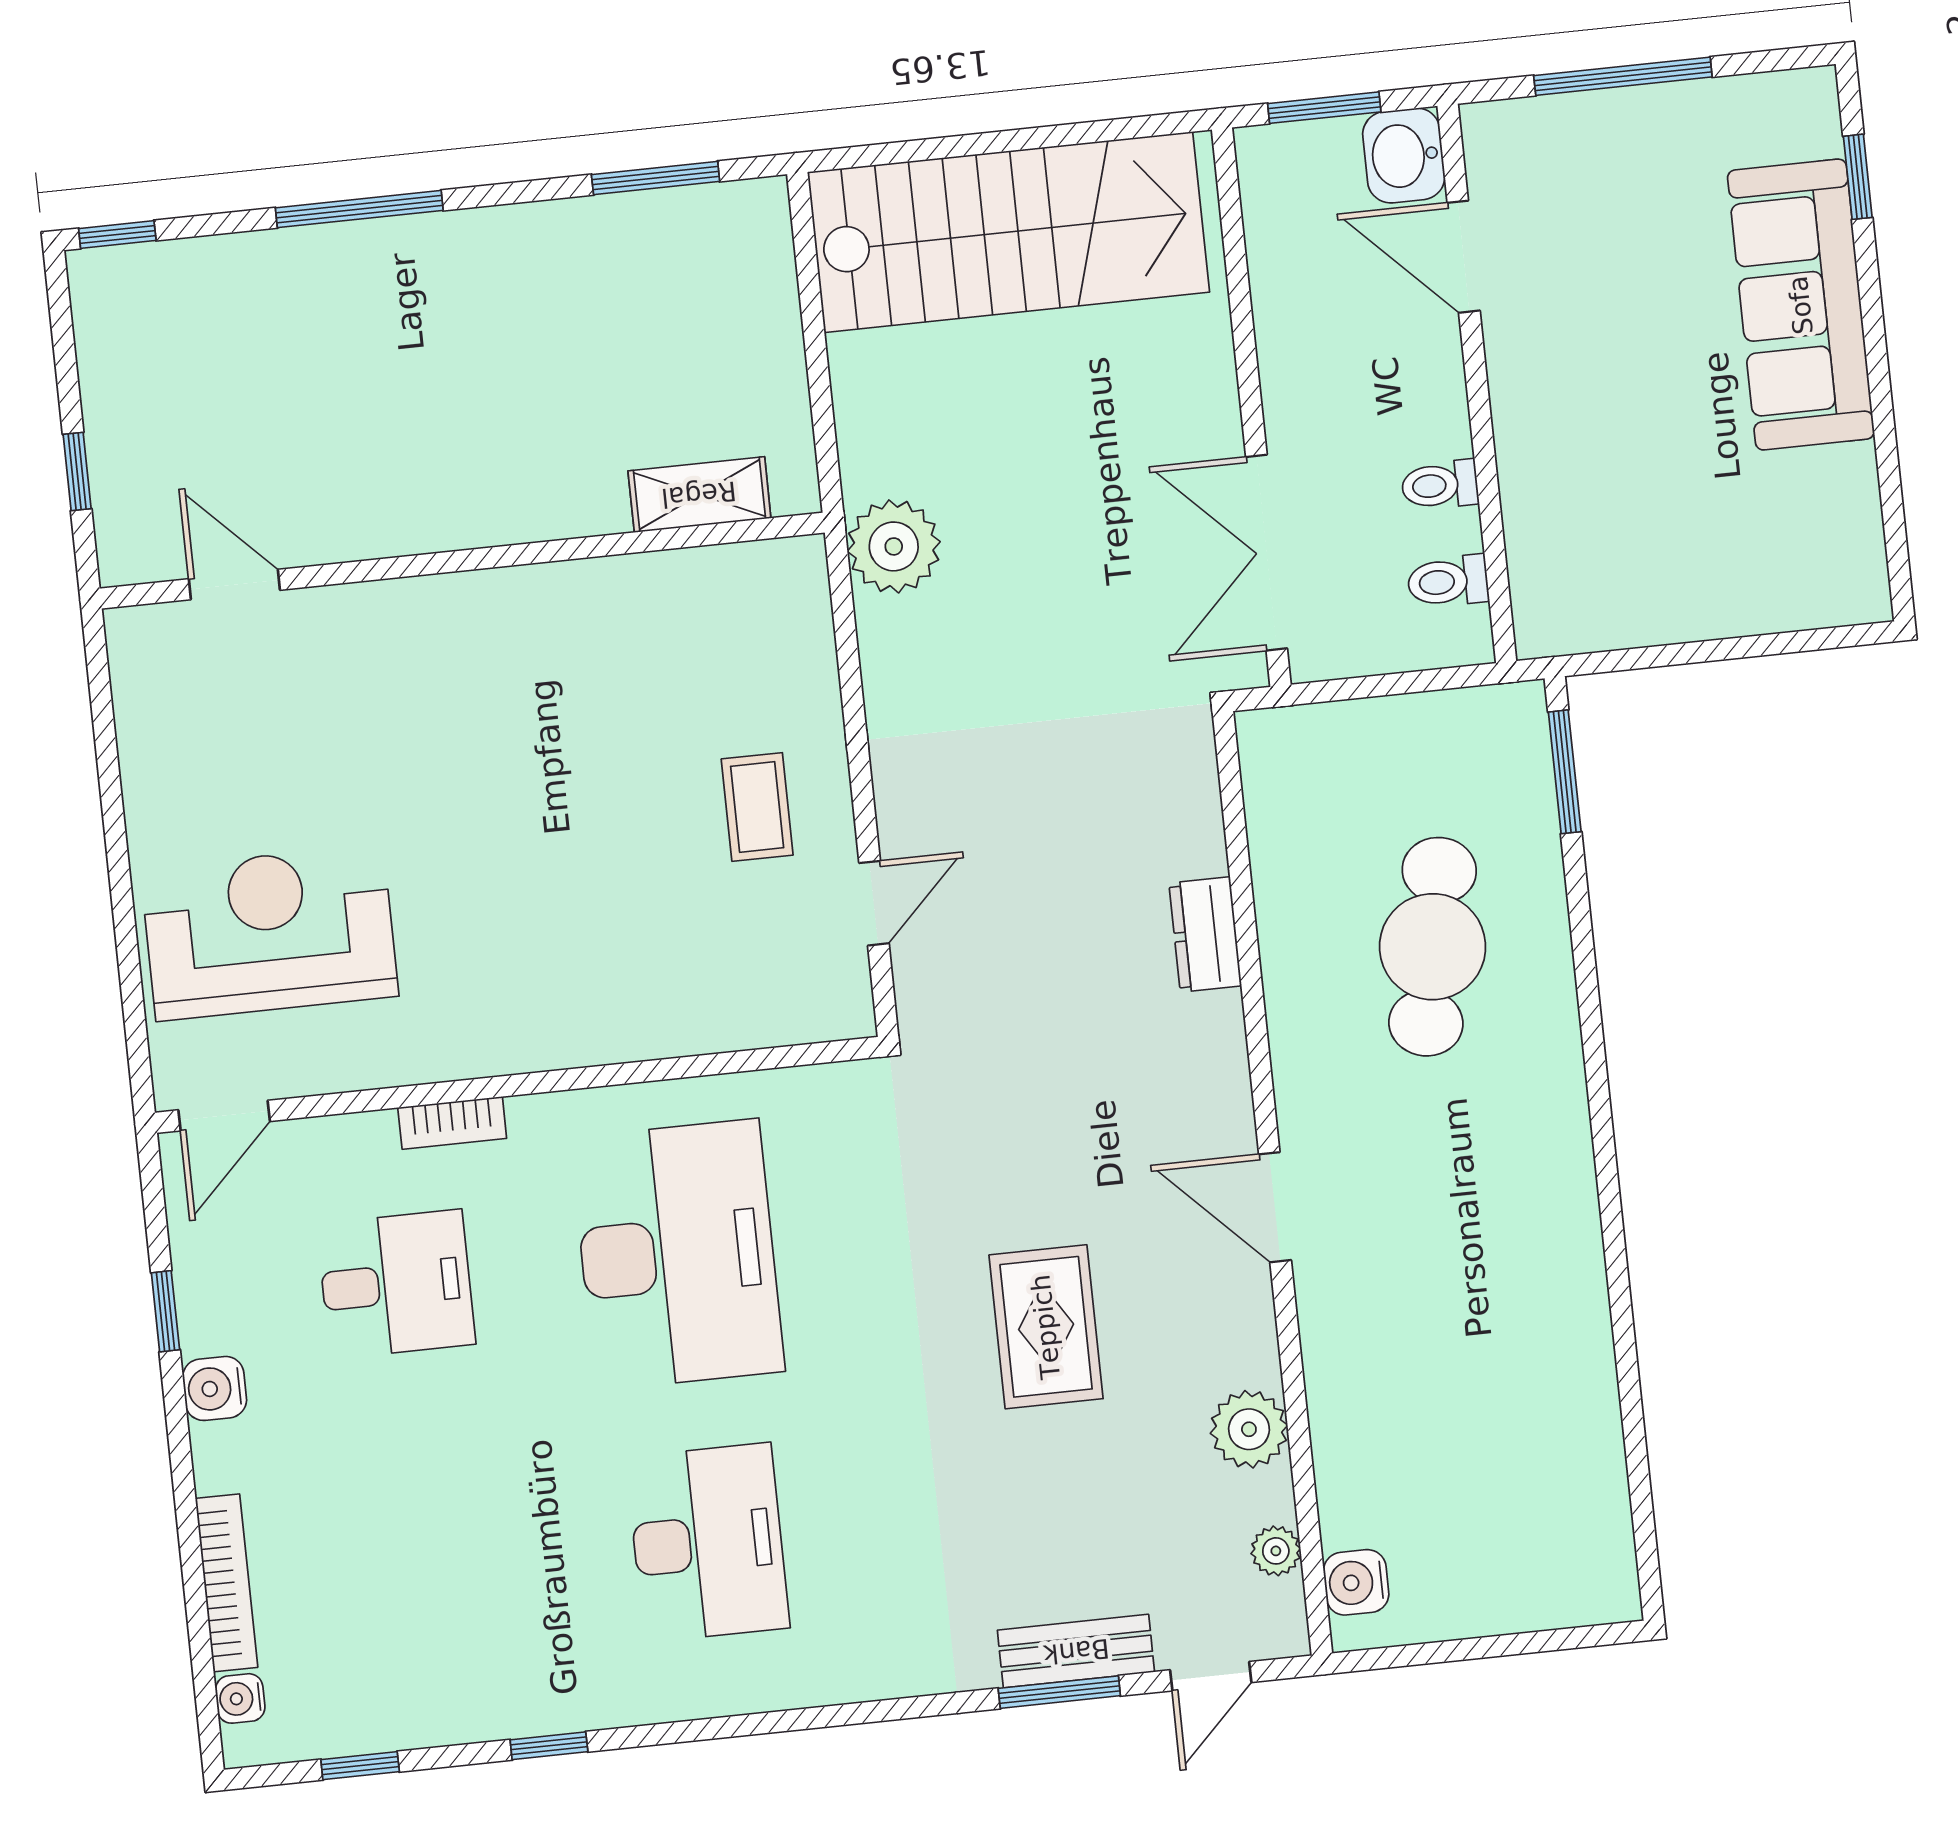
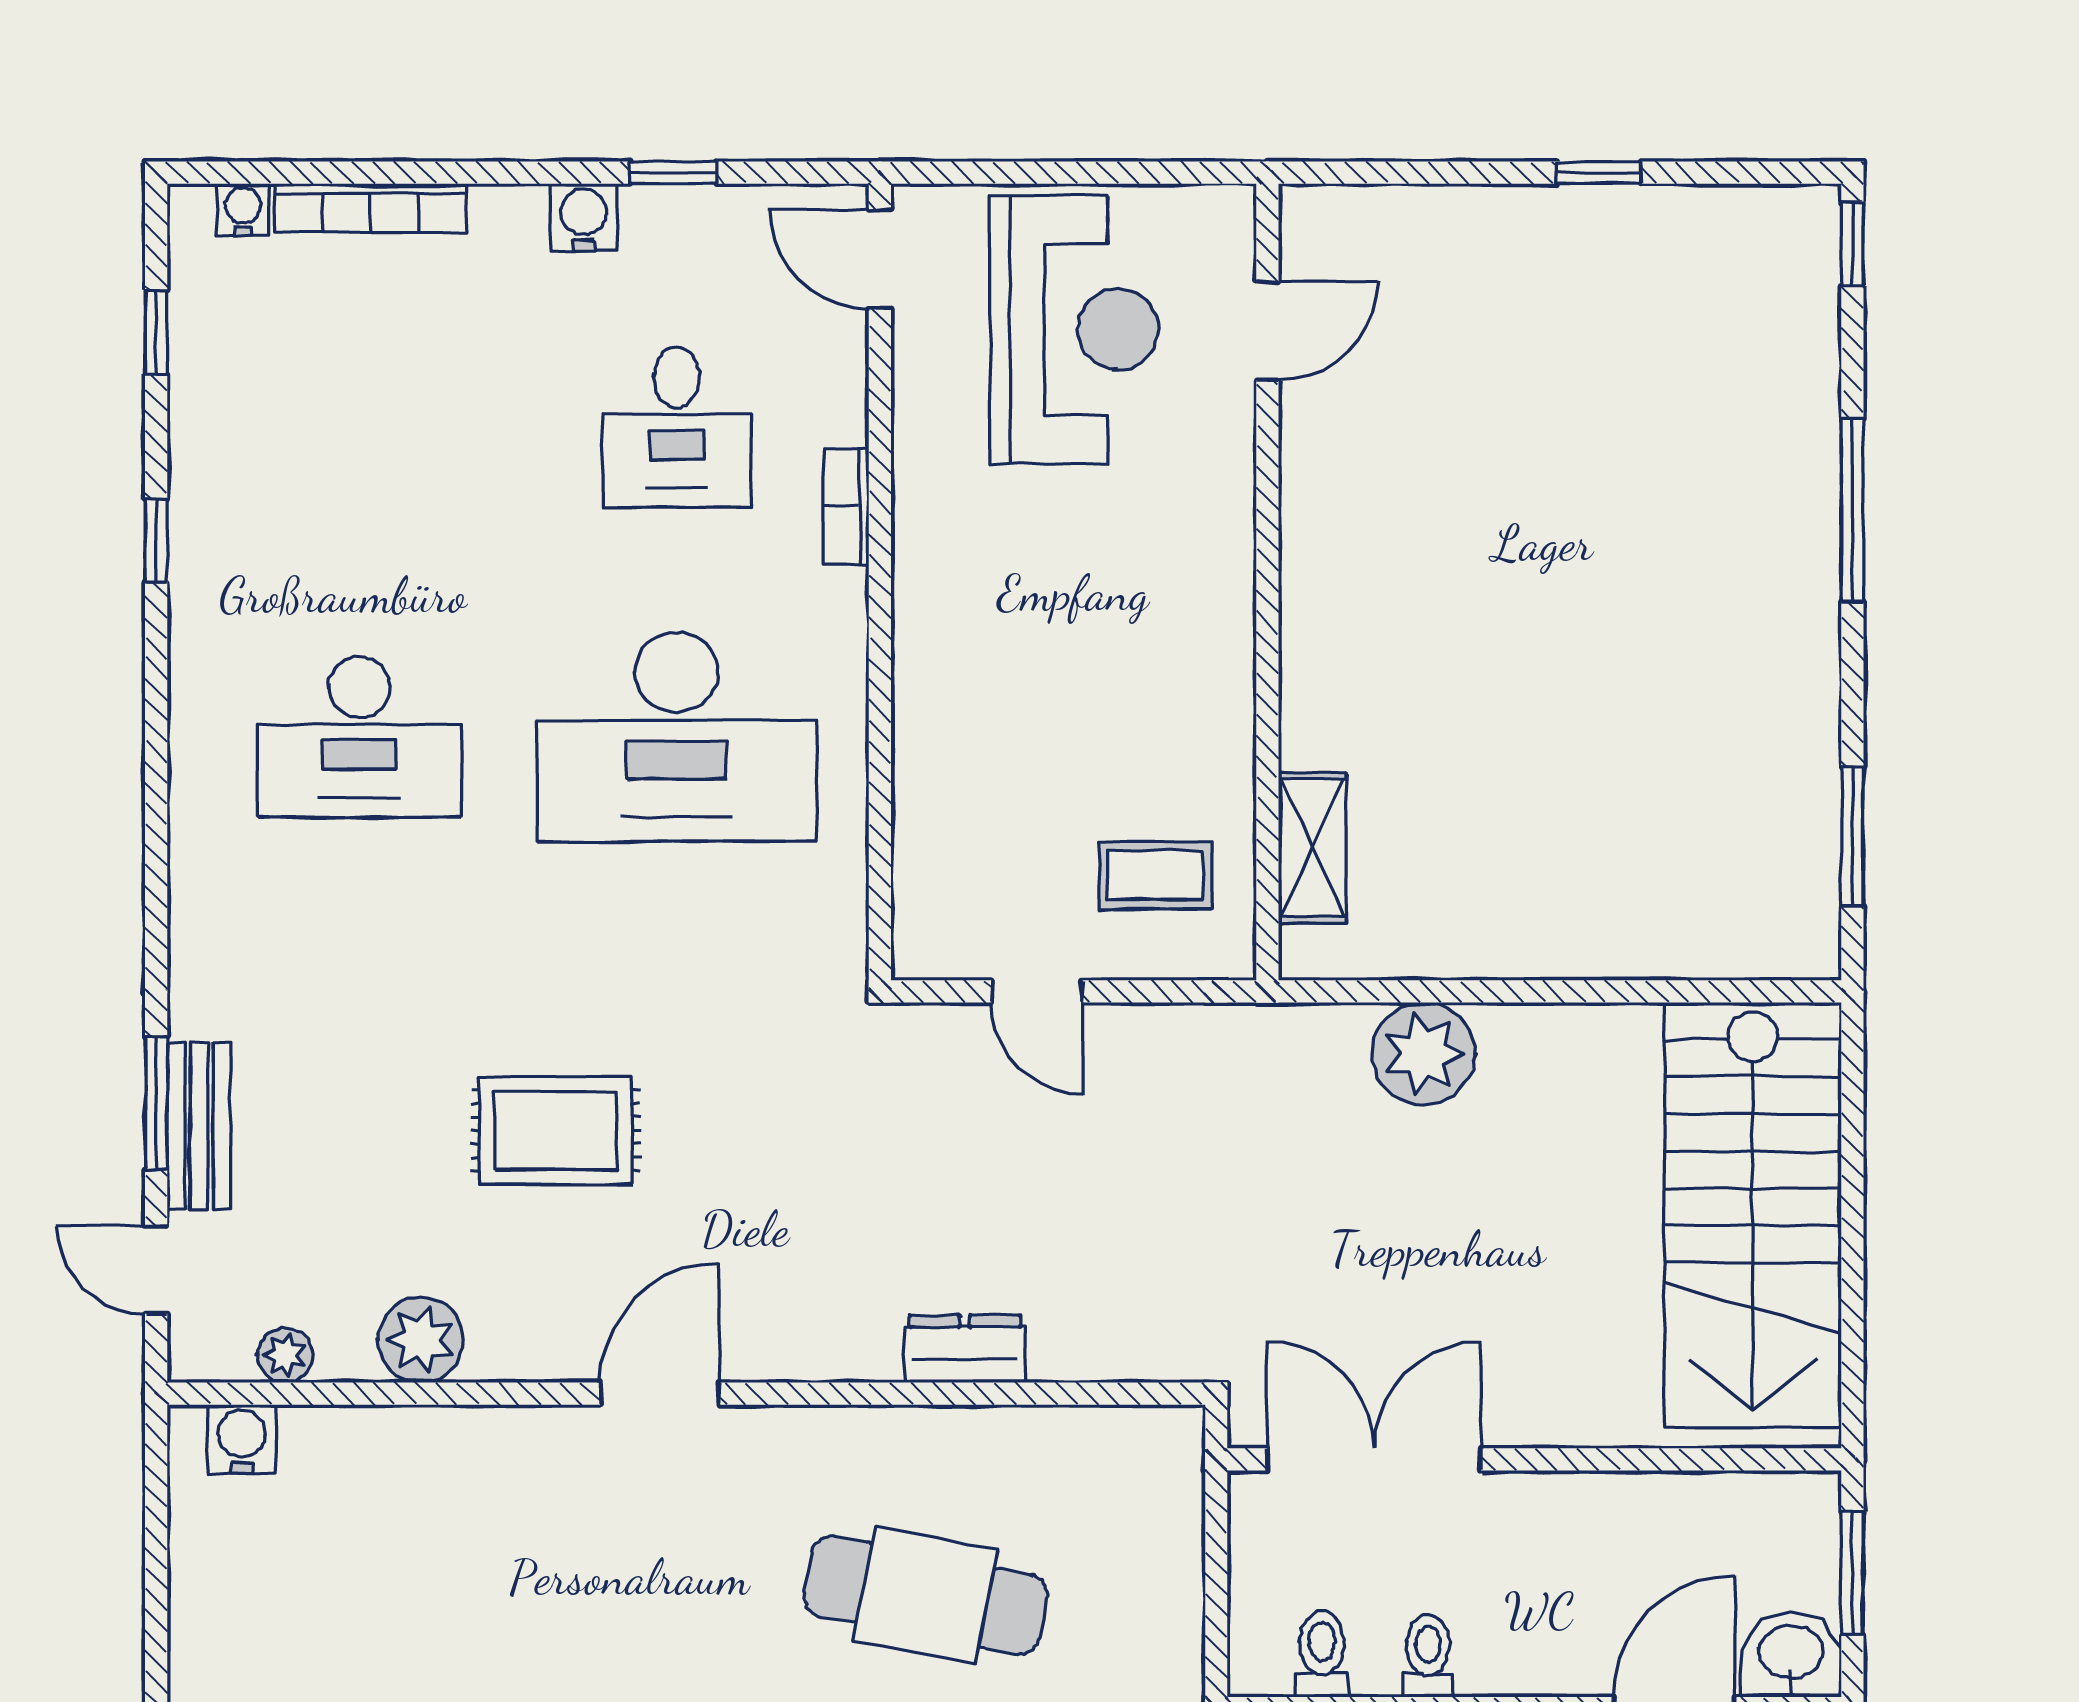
shelving: (699, 494) -> (1312, 848), moved
wall: (462, 561) -> (1267, 582), moved
door: (234, 585) -> (1267, 331), moved

